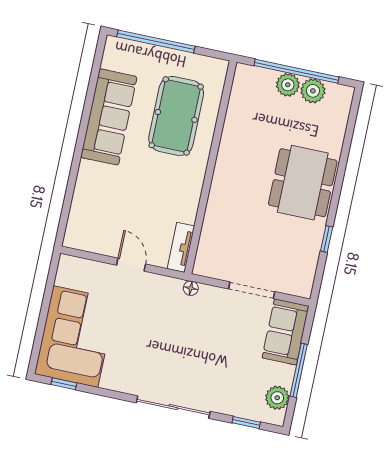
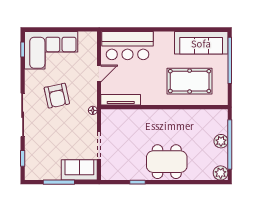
plant: (313, 91) -> (221, 173), moved
sofa: (109, 117) -> (201, 43), moved
bar counter: (95, 207) -> (128, 46), added
tv unit: (181, 247) -> (121, 100), width x1.41
armchair: (153, 343) -> (57, 96), added
plant: (277, 398) -> (41, 173), removed

